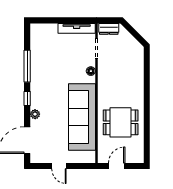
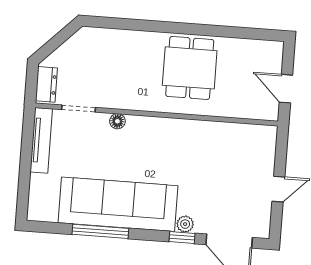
window: (27, 98) -> (182, 237), moved
sofa: (82, 117) -> (118, 204), moved, turned 180
dining table: (121, 122) -> (190, 68), moved

